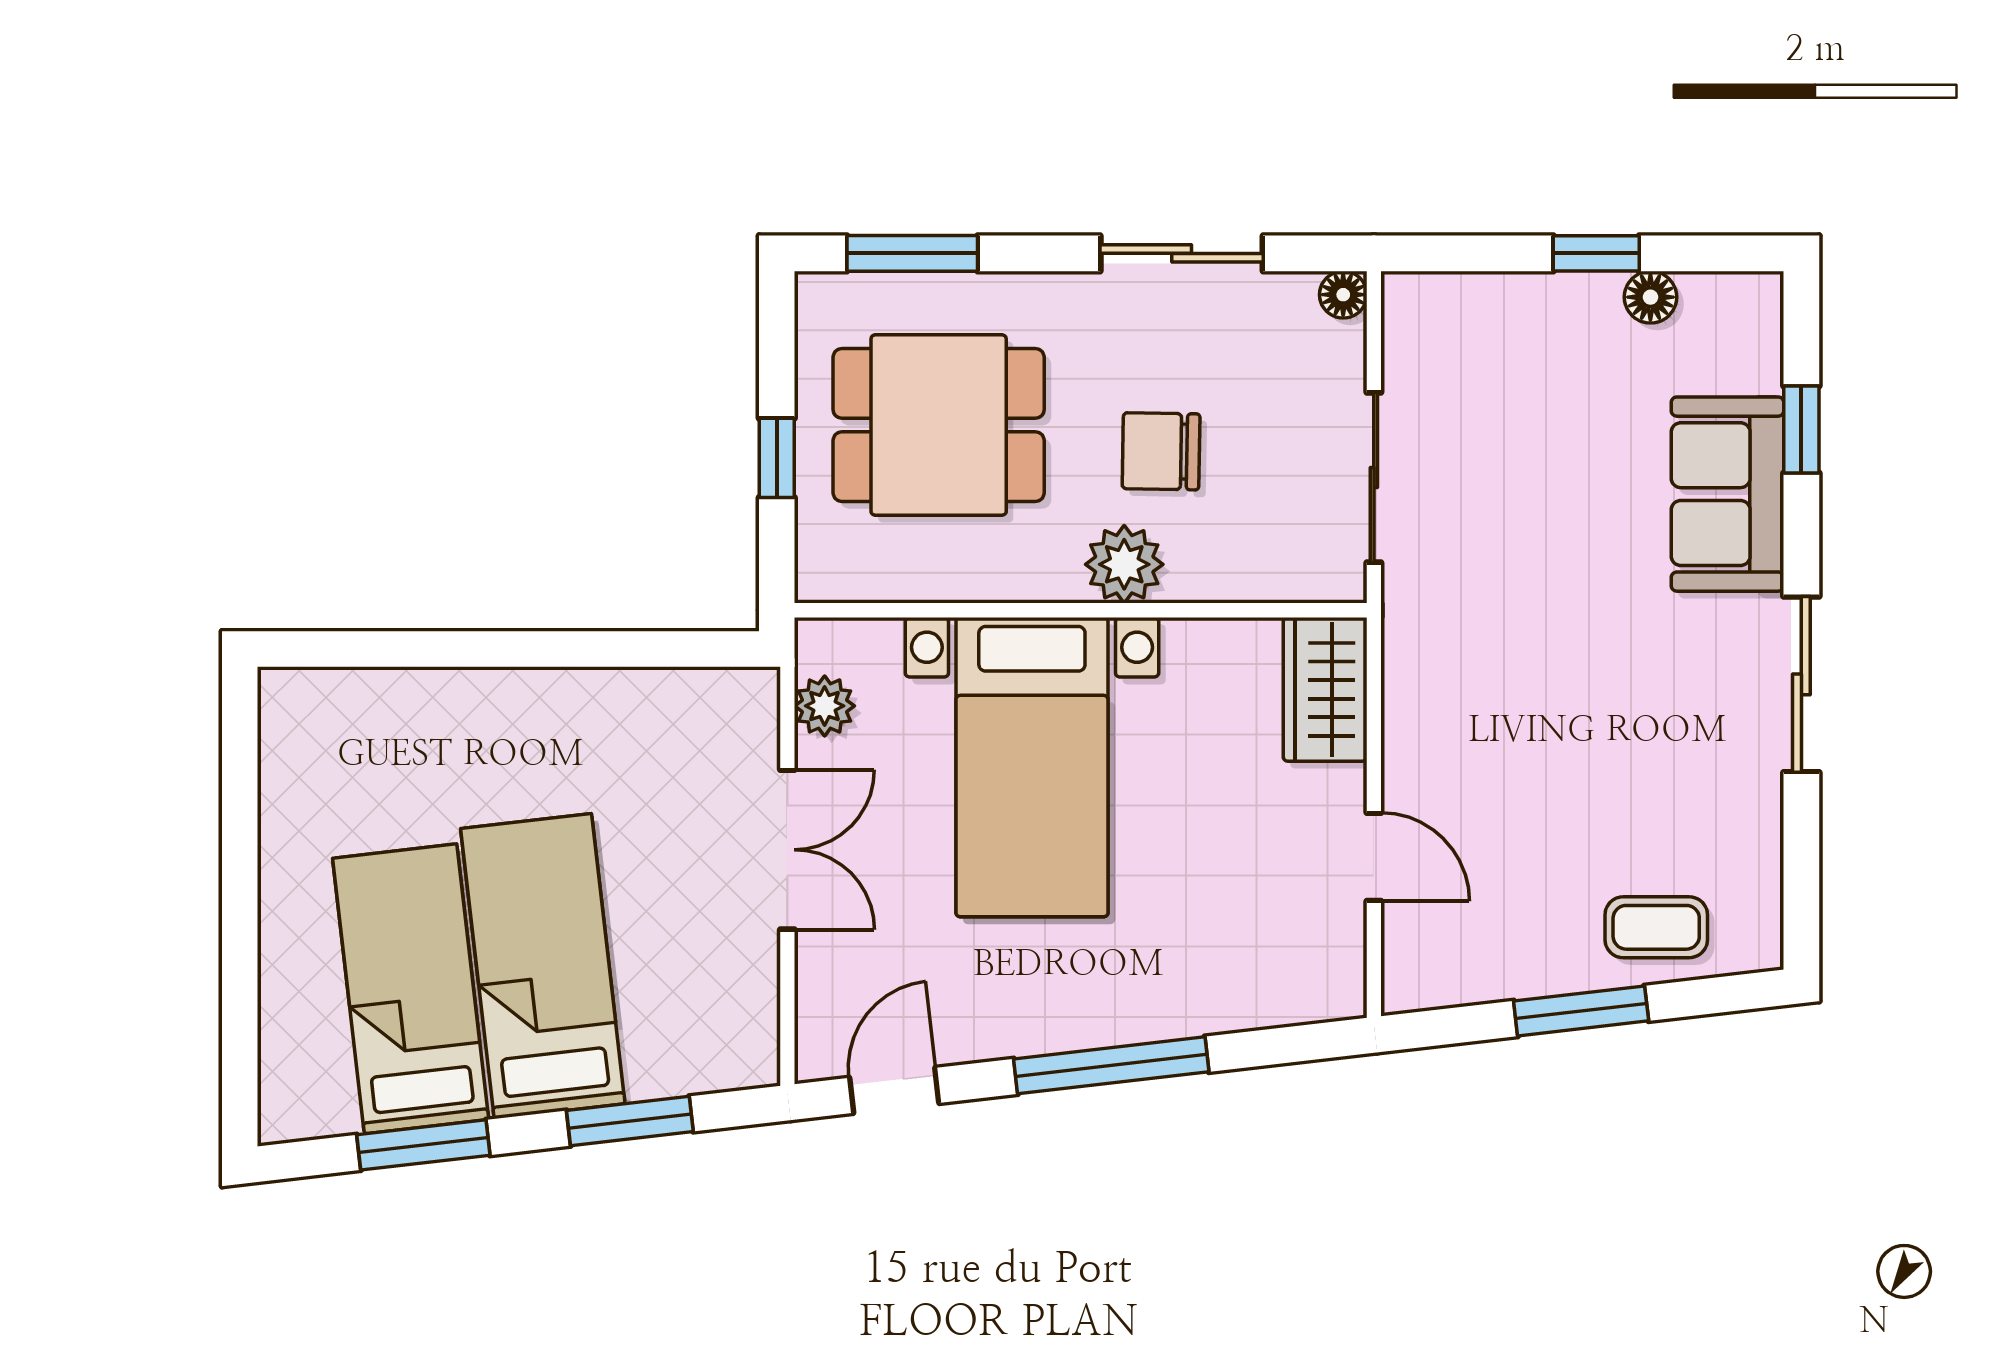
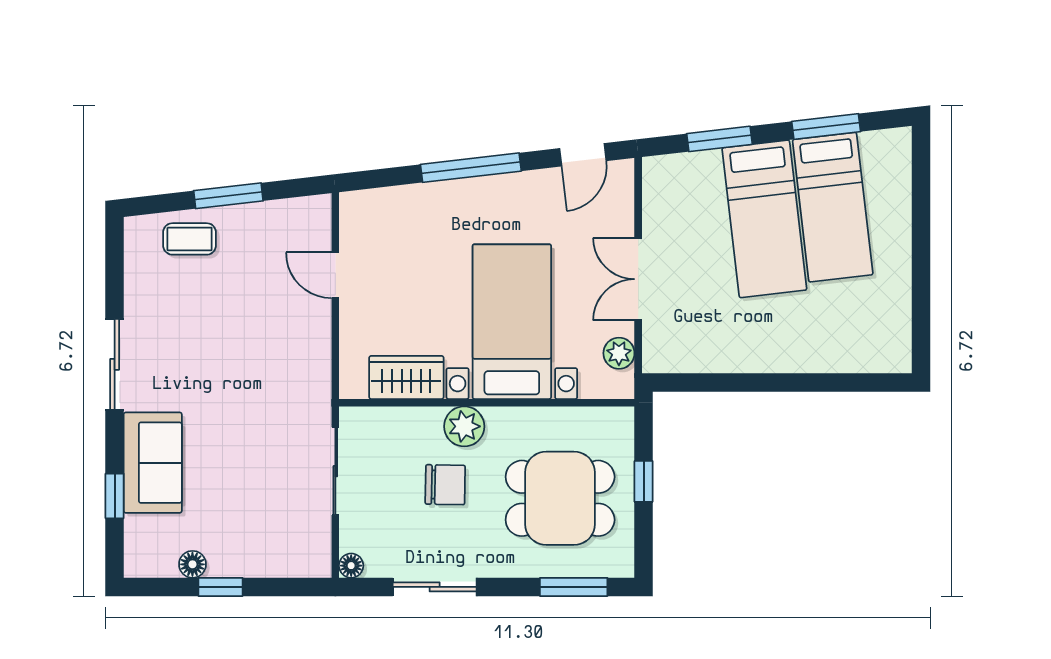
wardrobe: (1325, 689) -> (406, 377), moved, turned -90

